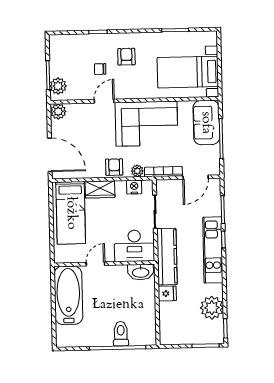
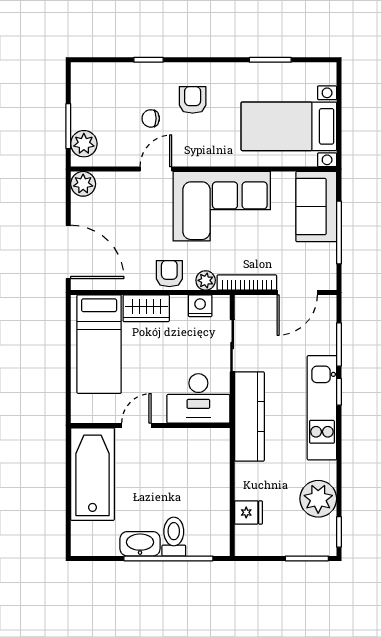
washbasin: (141, 272) -> (140, 544), moved, turned 180
fridge: (167, 293) -> (248, 512), moved

